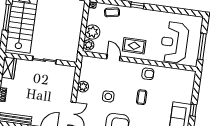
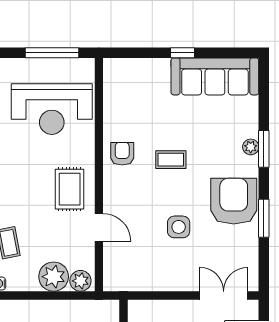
door: (113, 57) -> (99, 227), swing flipped
plant: (83, 87) -> (166, 280), removed

